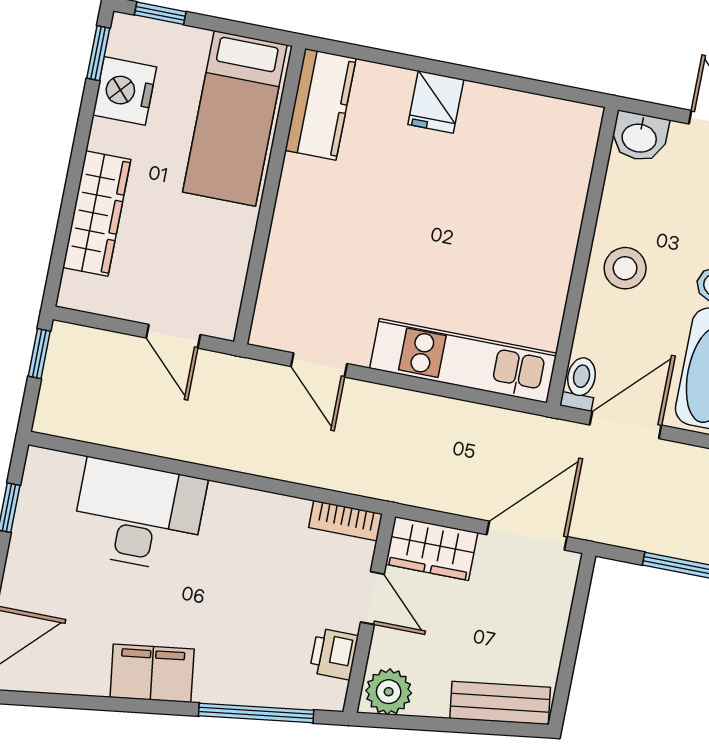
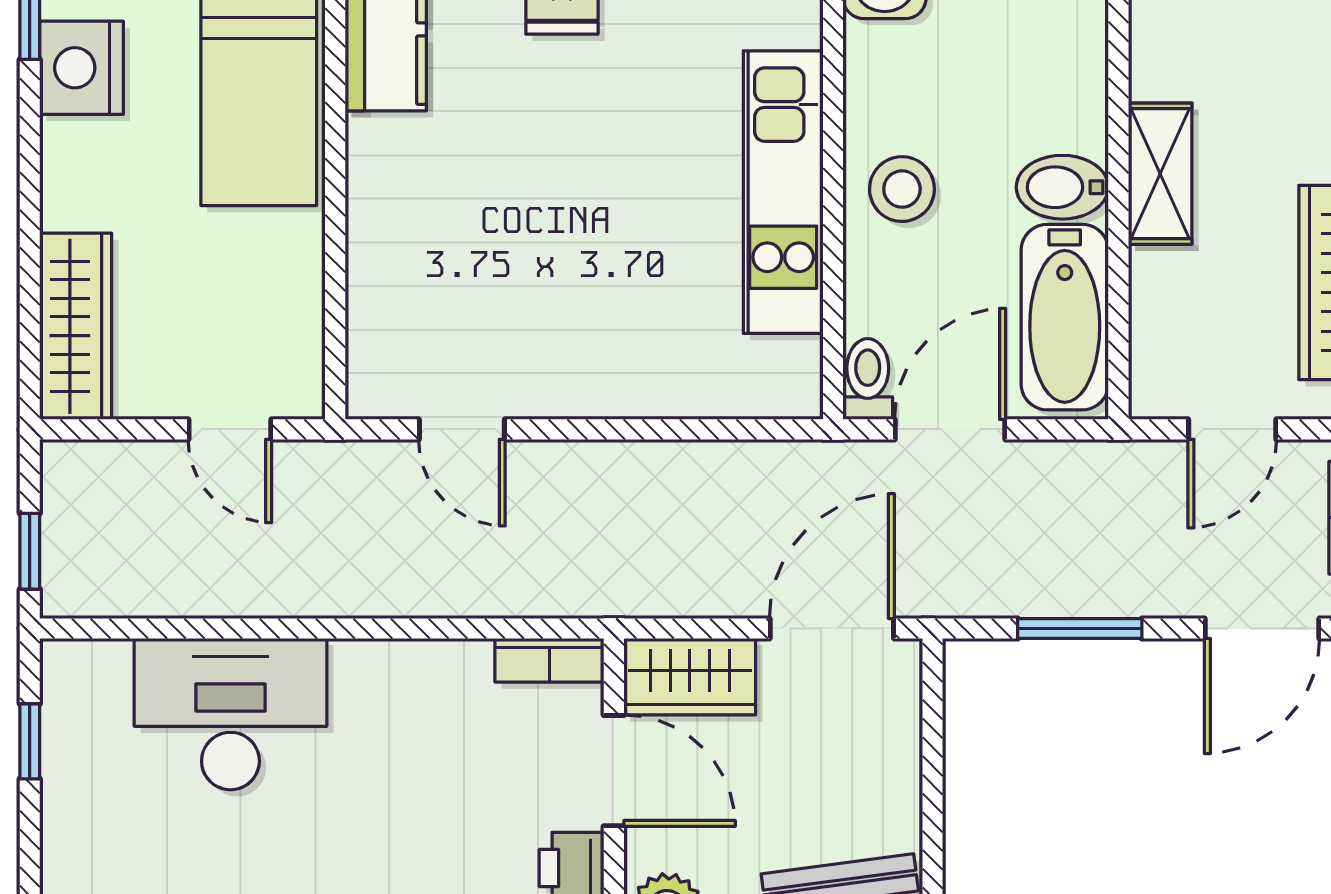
wardrobe: (97, 214) -> (76, 326), moved
window: (39, 354) -> (30, 551), moved
kitchen unit: (463, 361) -> (783, 192), moved, turned -90
door: (372, 598) -> (614, 771), width x1.38

